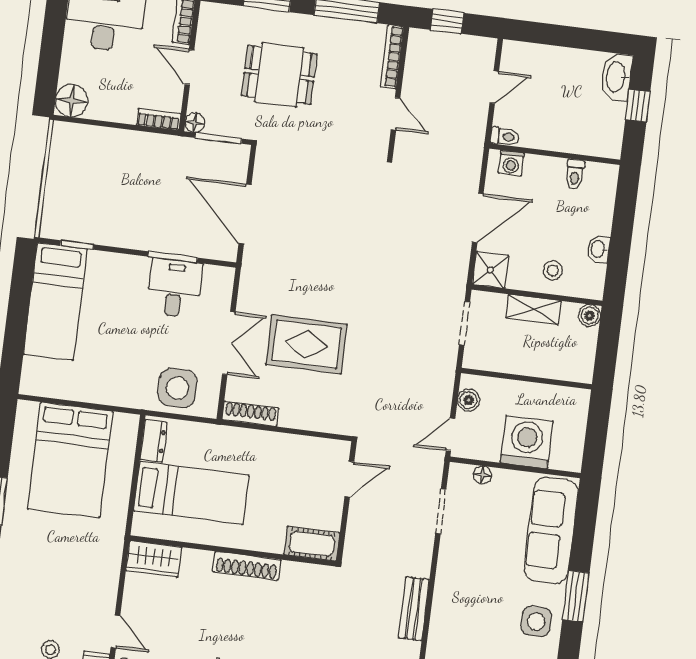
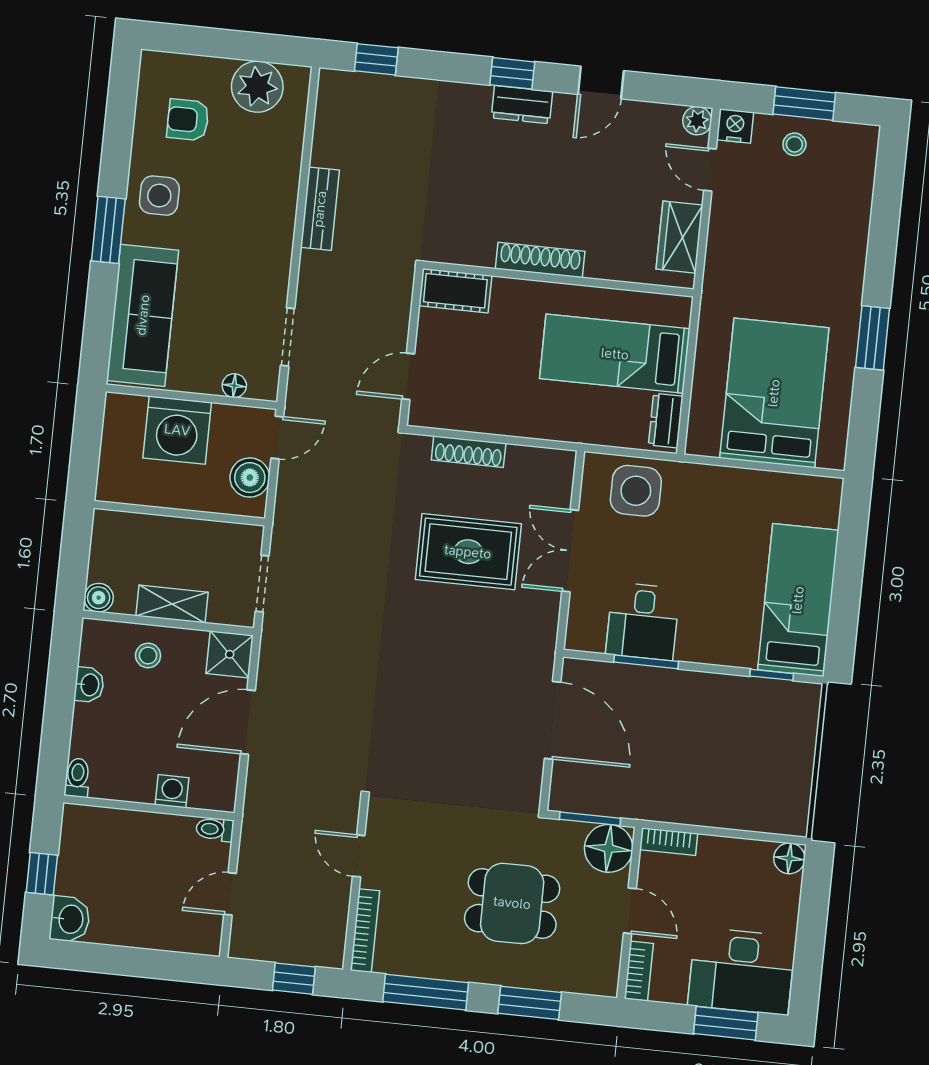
washbasin: (616, 77) -> (70, 919), width x0.72
floor lamp: (72, 101) -> (789, 858), width x0.73, depth x0.73
floor lamp: (195, 123) -> (609, 848), width x1.89, depth x1.89
washing machine: (511, 163) -> (172, 791), moved
toilet: (575, 174) -> (77, 778), moved
boiler: (469, 400) -> (250, 478), width x1.36, depth x1.36
shoe rack: (250, 414) -> (469, 452), moved
wardrobe: (154, 559) -> (679, 237), moved, turned -90

